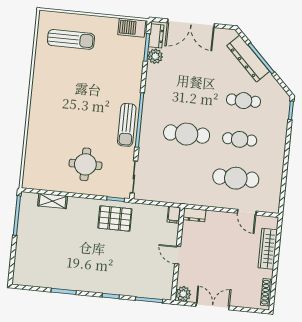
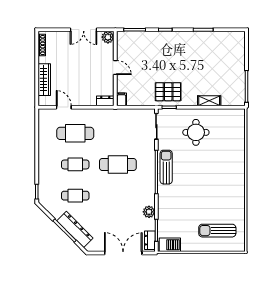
plant: (155, 56) -> (149, 212), moved
shelving: (53, 201) -> (209, 101), moved

